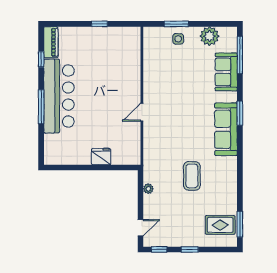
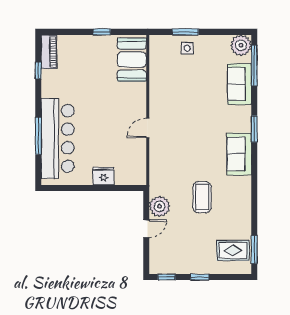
plant: (209, 36) -> (241, 45), moved
booth: (127, 49) -> (132, 60), added
bar counter: (59, 96) -> (58, 138), moved
window: (41, 107) -> (38, 136), moved
sofa: (226, 129) -> (239, 154), width x0.73
plant: (148, 189) -> (160, 206), width x1.88, depth x1.88
door: (141, 228) -> (146, 229), moved

